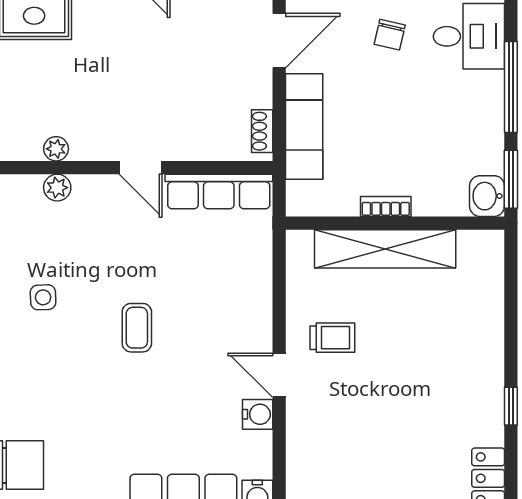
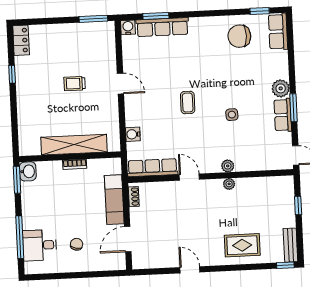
window: (511, 87) -> (20, 237), moved
trolley: (332, 338) -> (75, 84), moved
water cooler: (258, 414) -> (133, 134), moved

